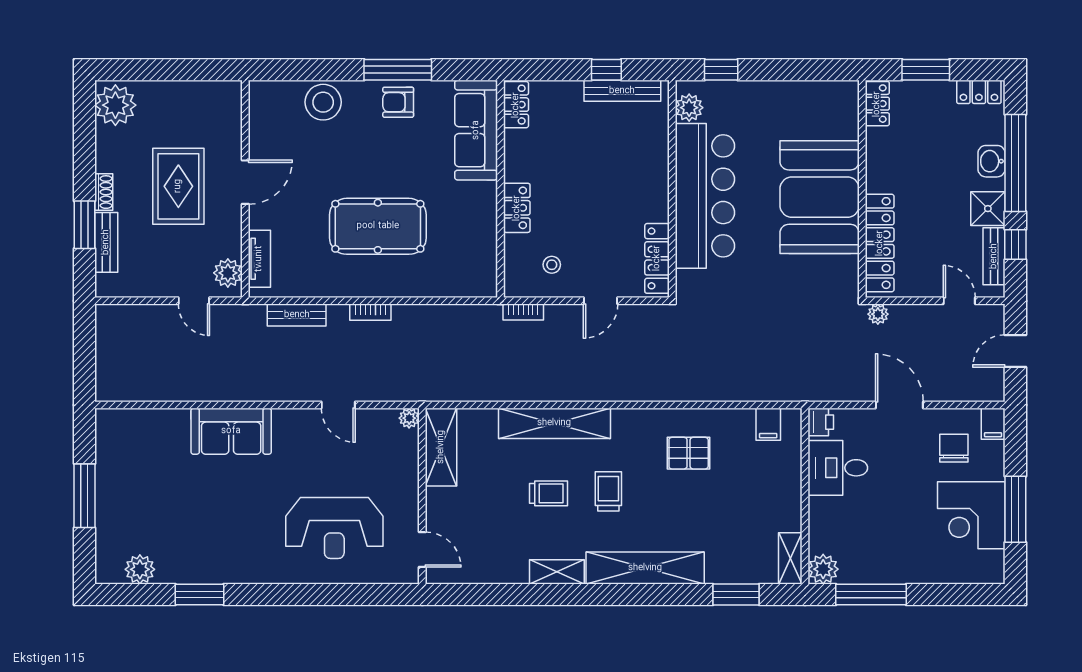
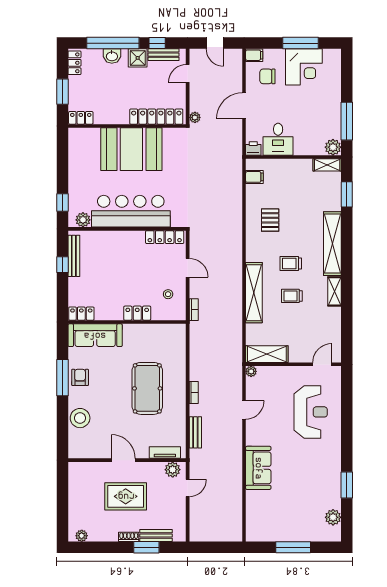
armchair: (398, 102) -> (80, 377), turned 180
plant: (115, 105) -> (82, 536), width x0.53, depth x0.53
trolley: (548, 493) -> (292, 296), turned -90

